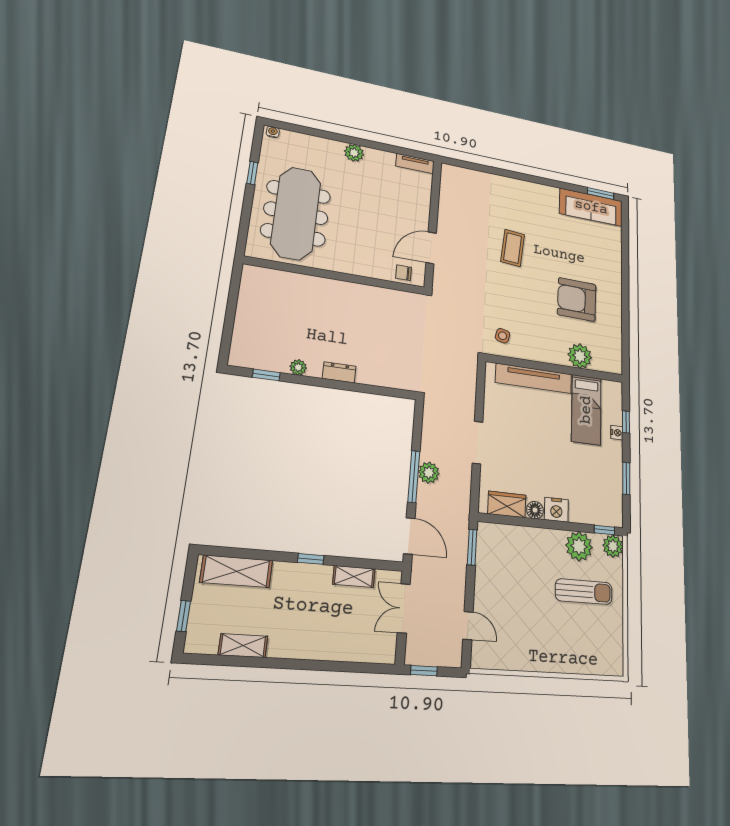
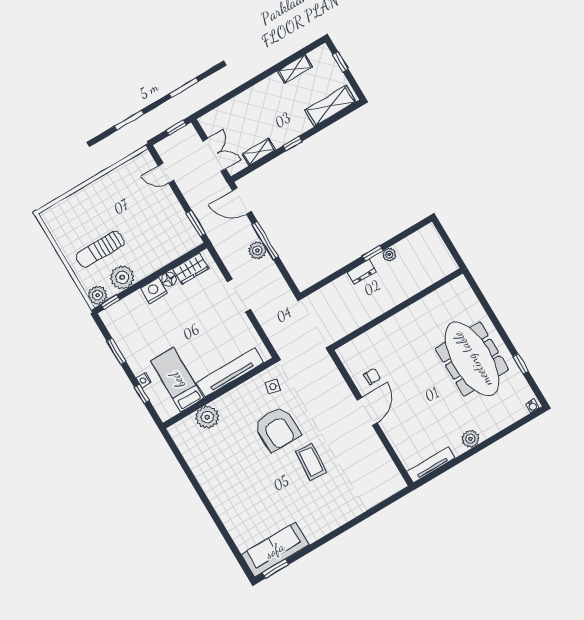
tv unit: (415, 164) -> (431, 465), width x1.41
wall: (336, 276) -> (397, 309), moved
armchair: (577, 299) -> (277, 429), moved, turned 89
window: (266, 375) -> (372, 253), moved

